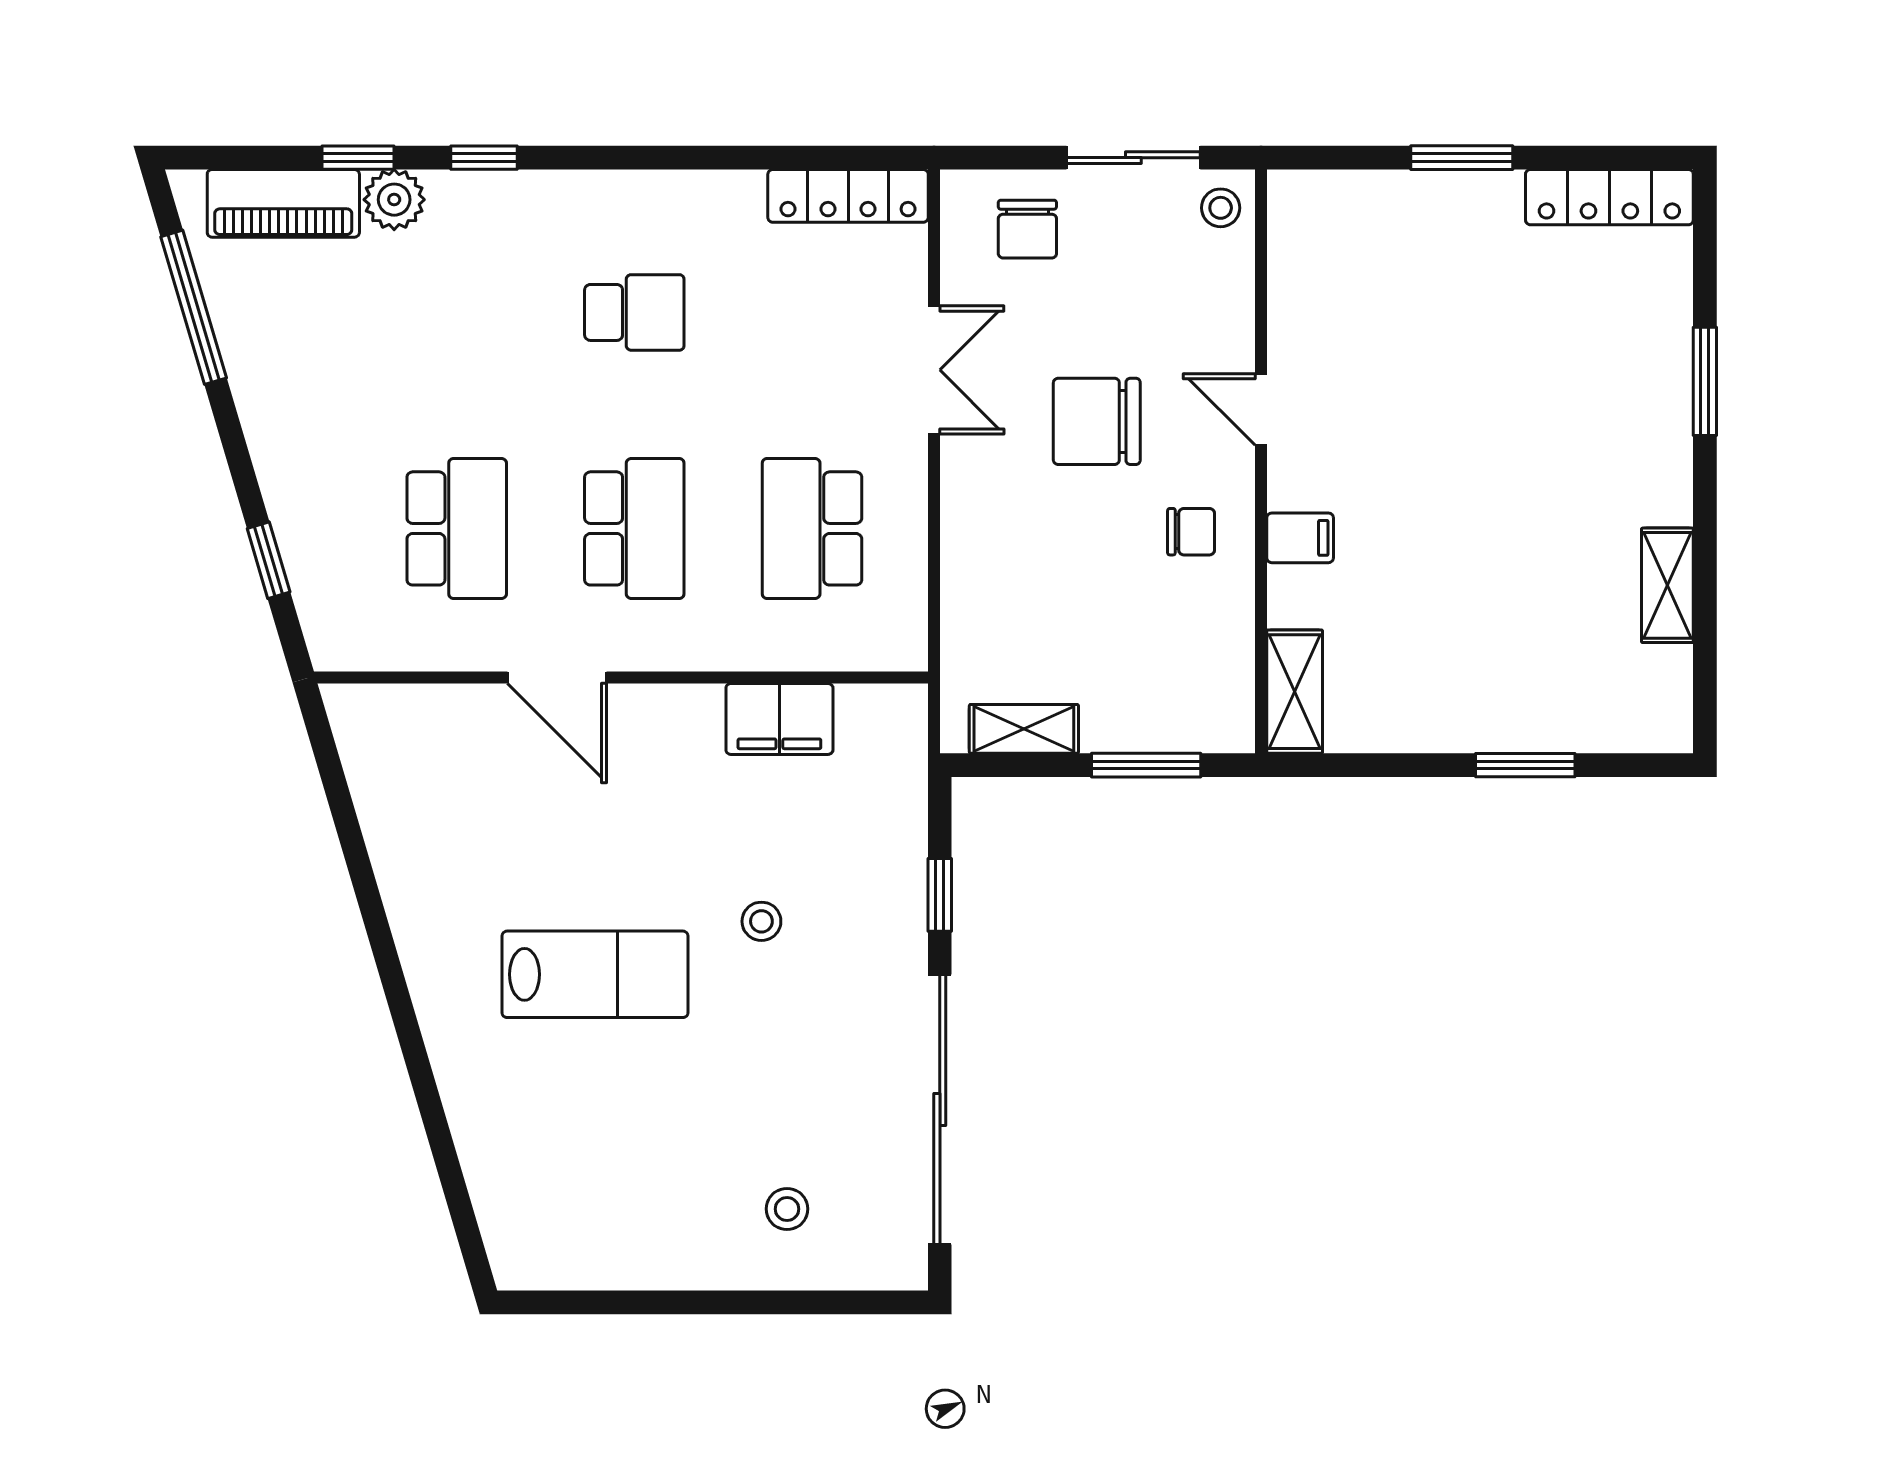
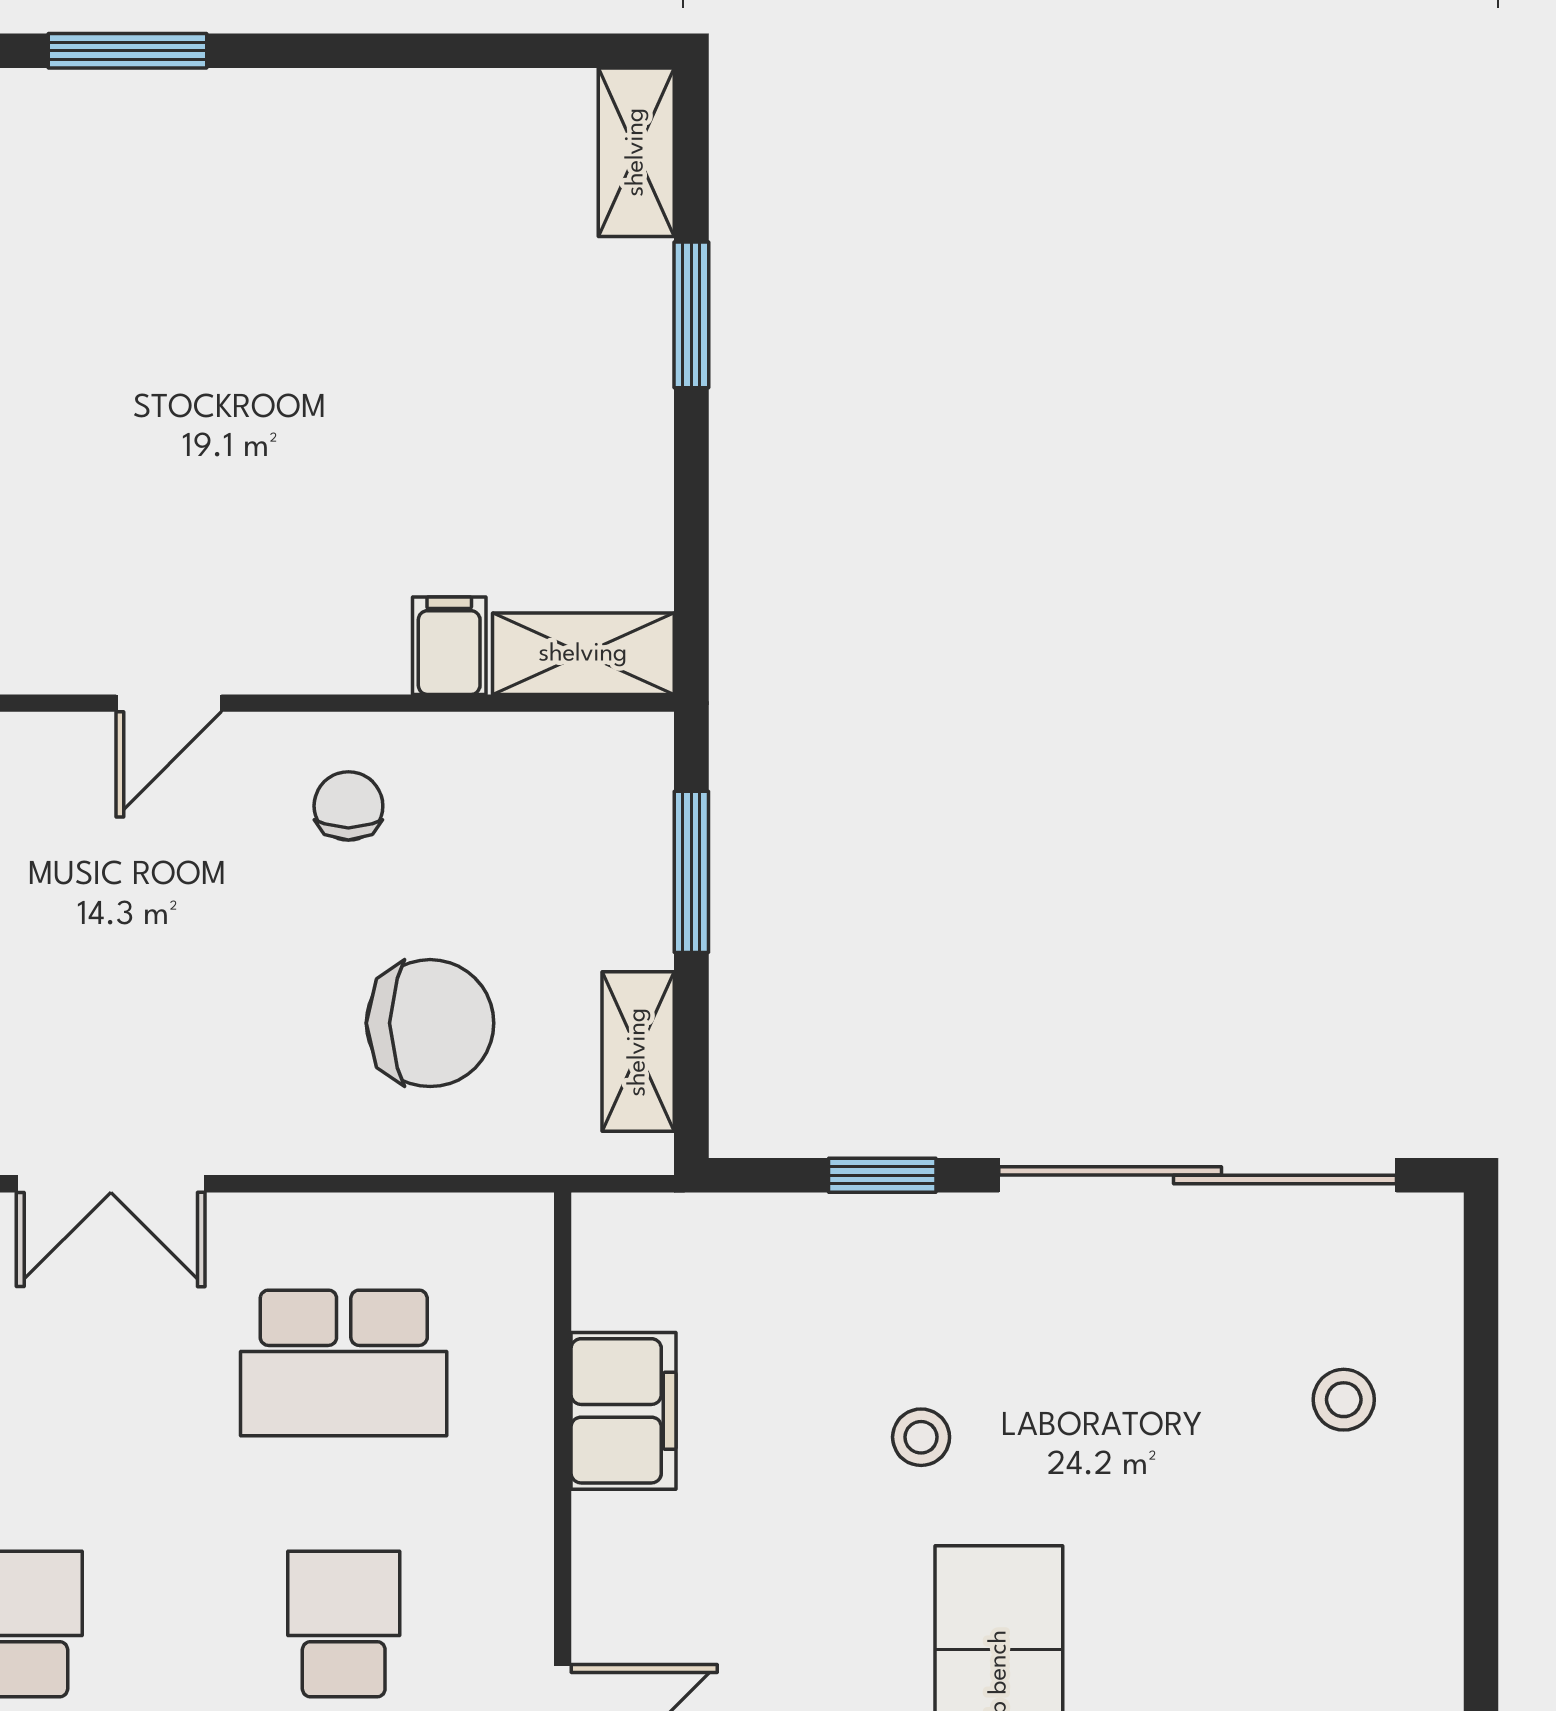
double door: (934, 370) -> (111, 1184), swing flipped
chair: (1097, 421) -> (430, 1023), moved, turned -90
school desk: (634, 528) -> (344, 1624), width x0.54
filing cabinet: (1300, 538) -> (449, 646), moved
shelving: (1667, 585) -> (636, 152), moved, turned 90

